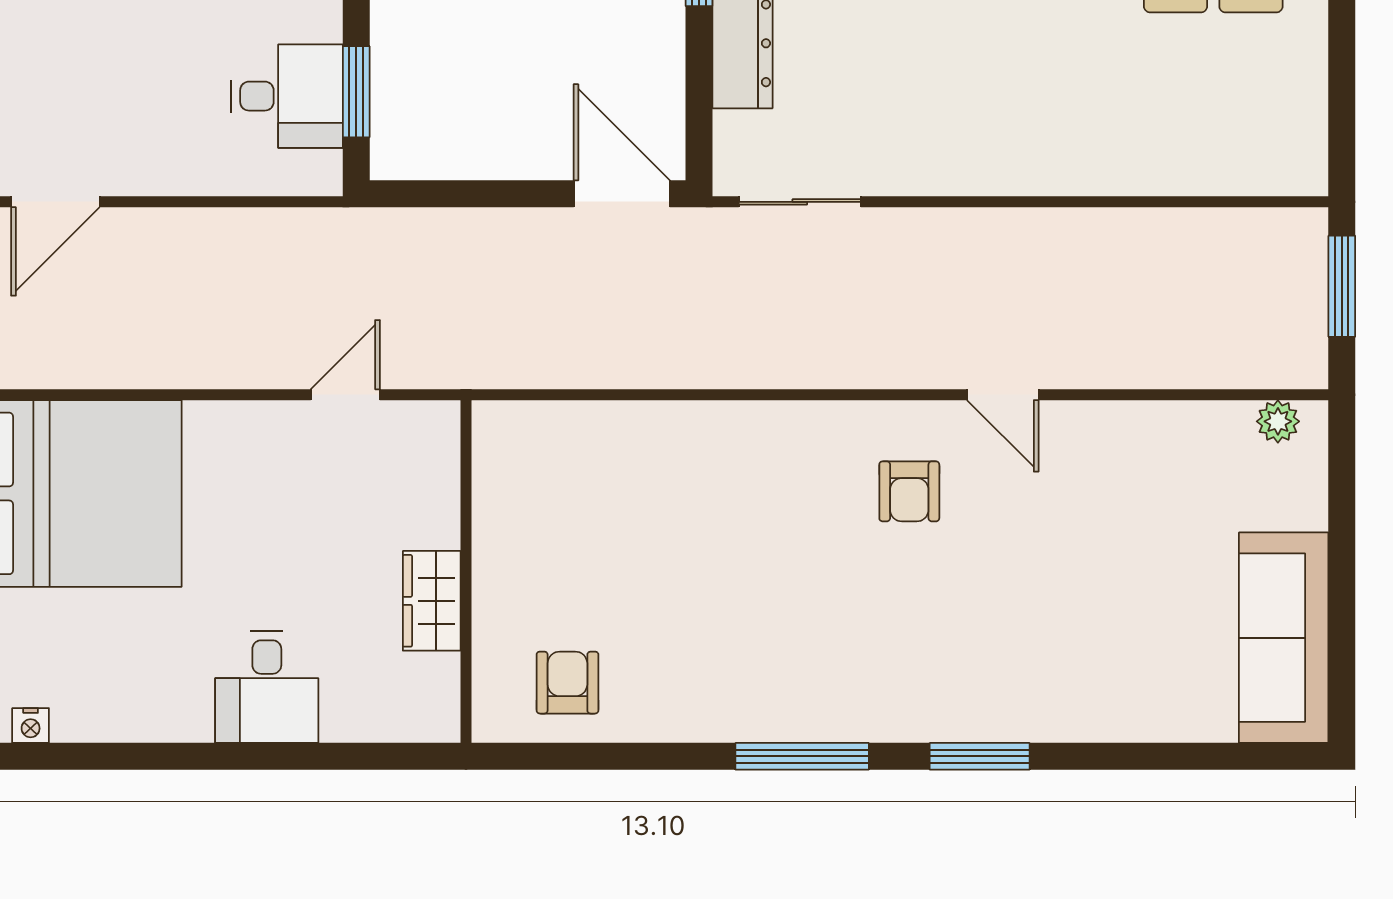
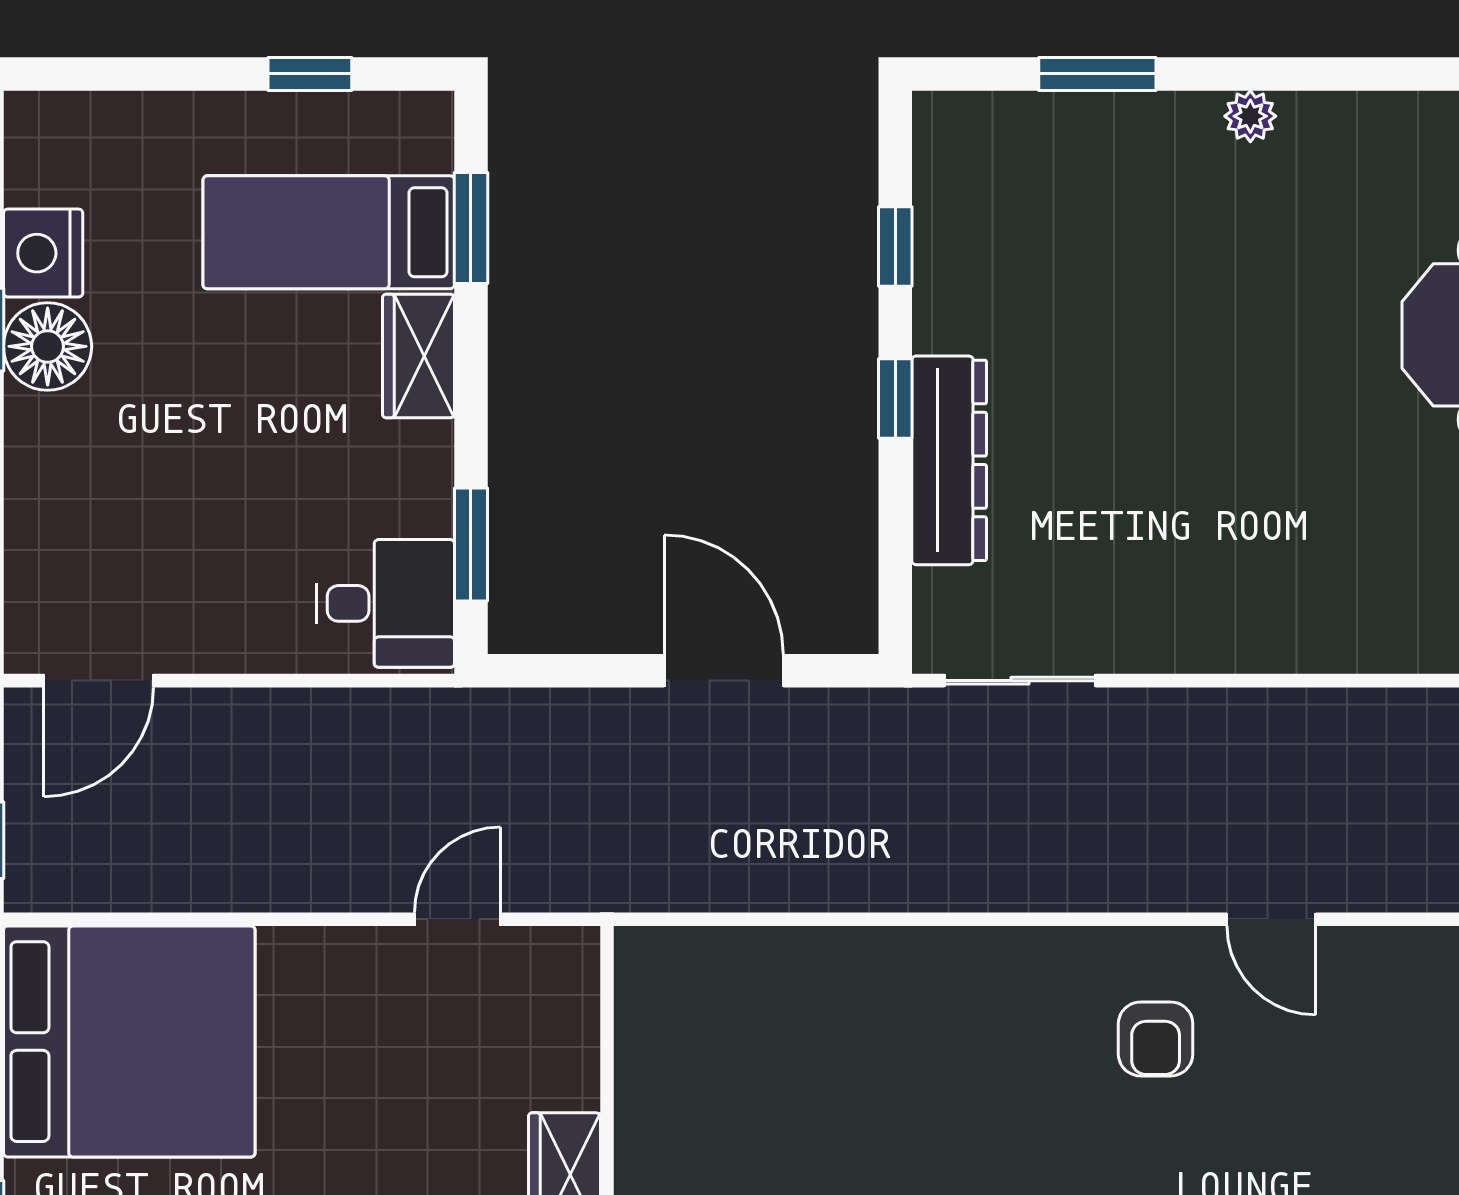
desk: (287, 96) -> (385, 603), moved
door: (622, 194) -> (724, 671), moved

